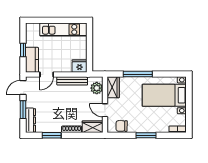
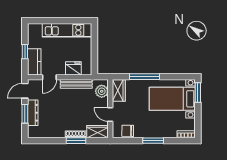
fridge: (80, 66) -> (73, 68), moved
window: (189, 89) -> (198, 92), added
dresser: (31, 120) -> (33, 113), moved
window: (52, 135) -> (76, 141), moved

